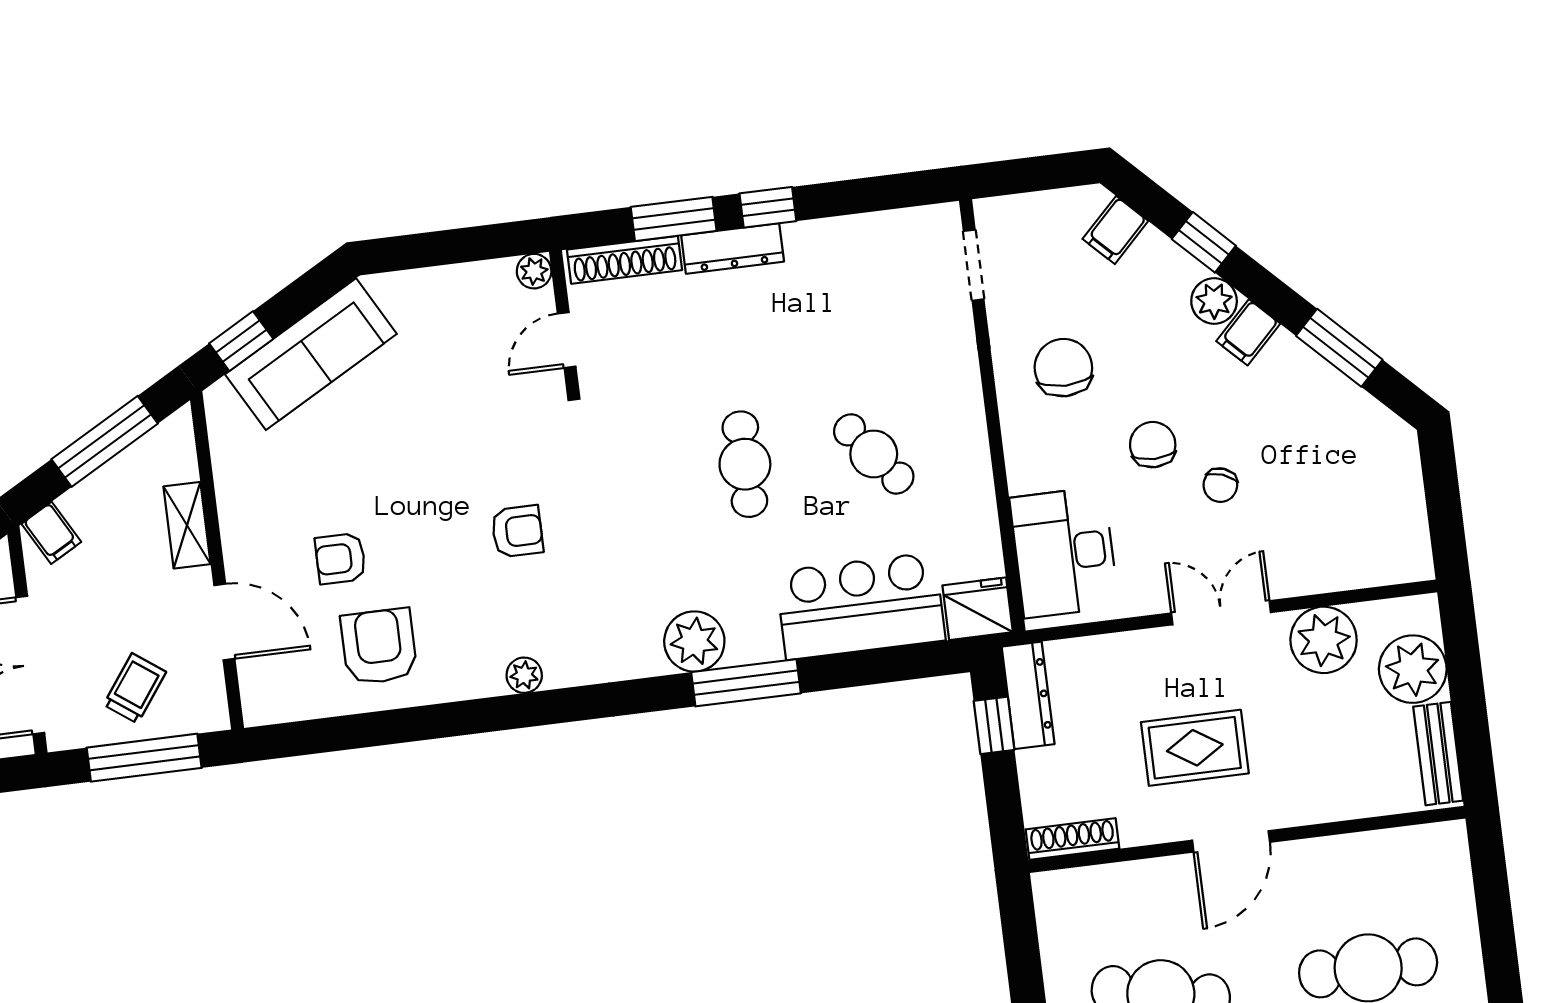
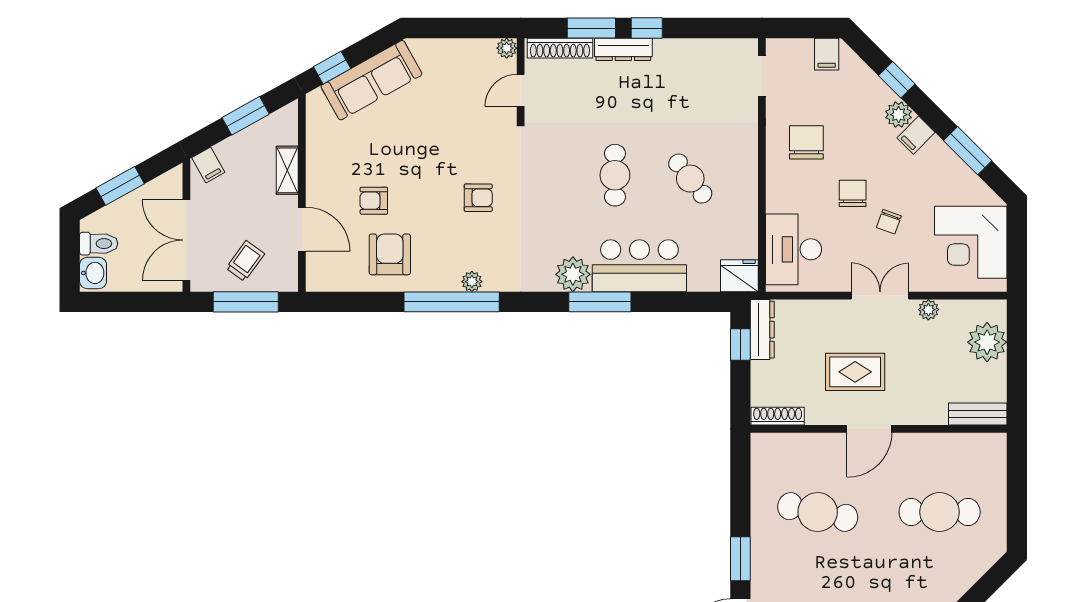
filing cabinet: (1115, 230) -> (827, 54), moved, turned -45
window: (105, 441) -> (246, 116), width x0.69
corner desk: (1364, 503) -> (971, 242), added
bar counter: (860, 606) -> (639, 266), moved
plant: (1324, 640) -> (928, 310), width x0.53, depth x0.53
window: (494, 714) -> (452, 302), added
bench: (1438, 754) -> (978, 414), moved, turned 90

